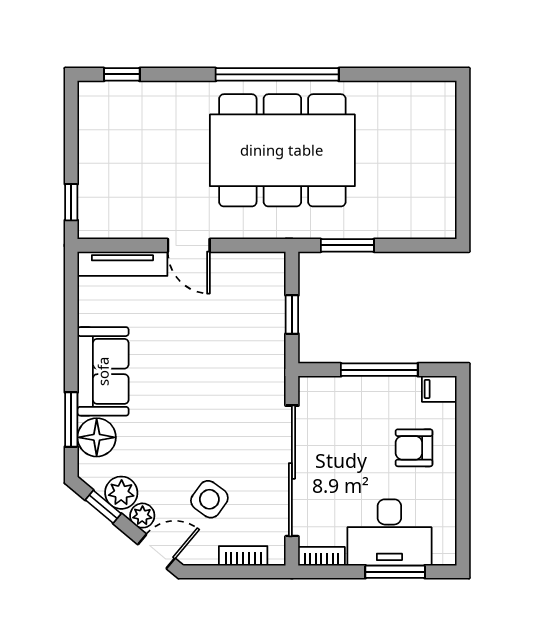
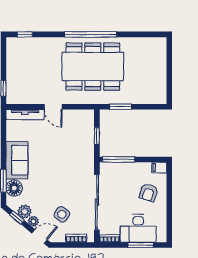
window: (379, 370) -> (119, 159), moved
armchair: (414, 448) -> (149, 193), turned -73

